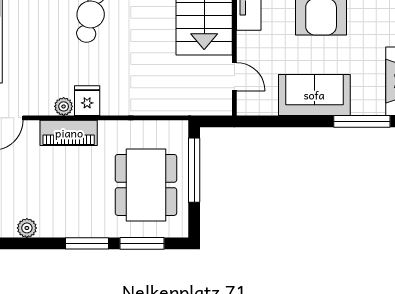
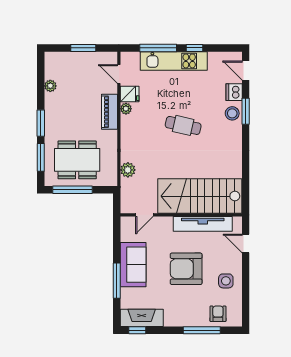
fridge: (87, 101) -> (130, 94), moved
plant: (162, 104) -> (128, 170), added
window: (362, 121) -> (117, 281), moved
window: (194, 170) -> (73, 190), moved

